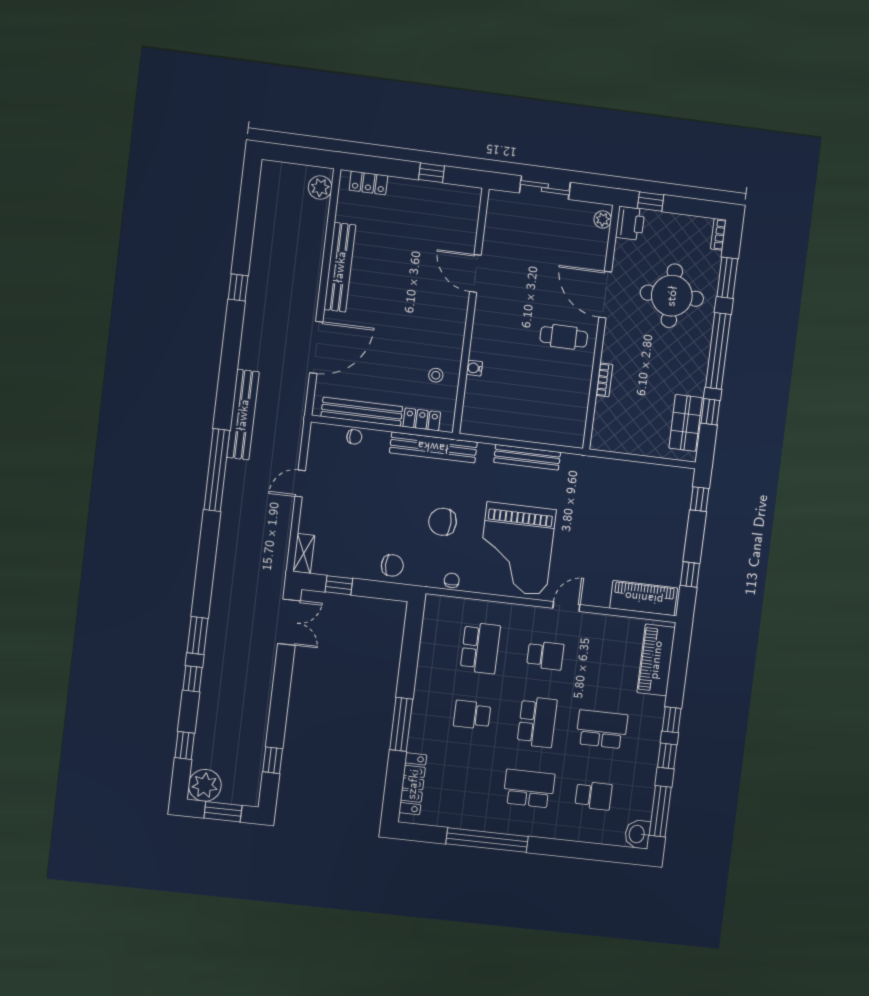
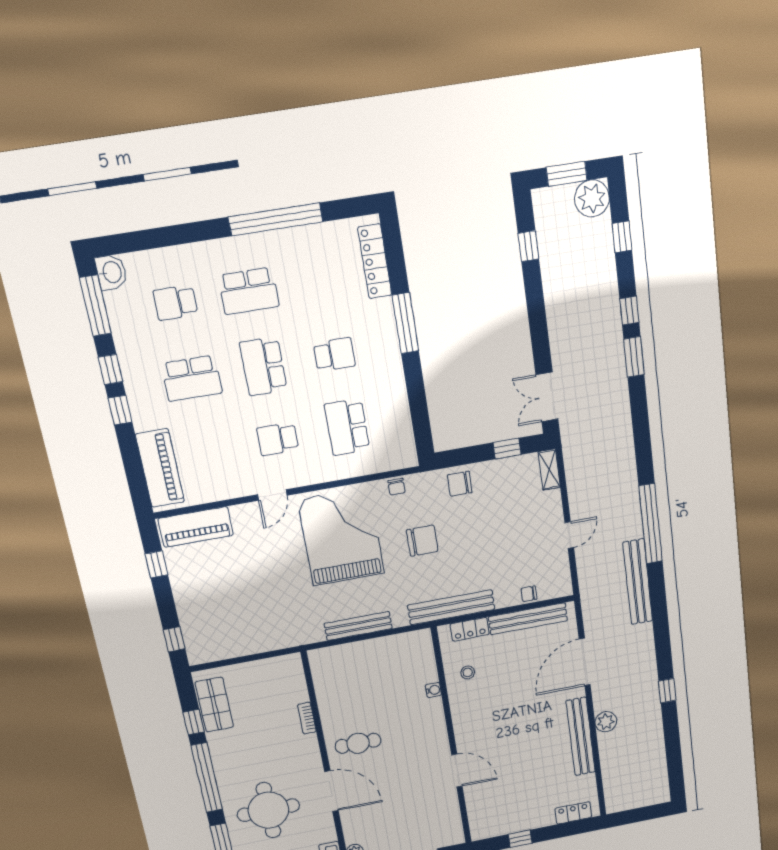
plant: (320, 188) -> (606, 722), moved

